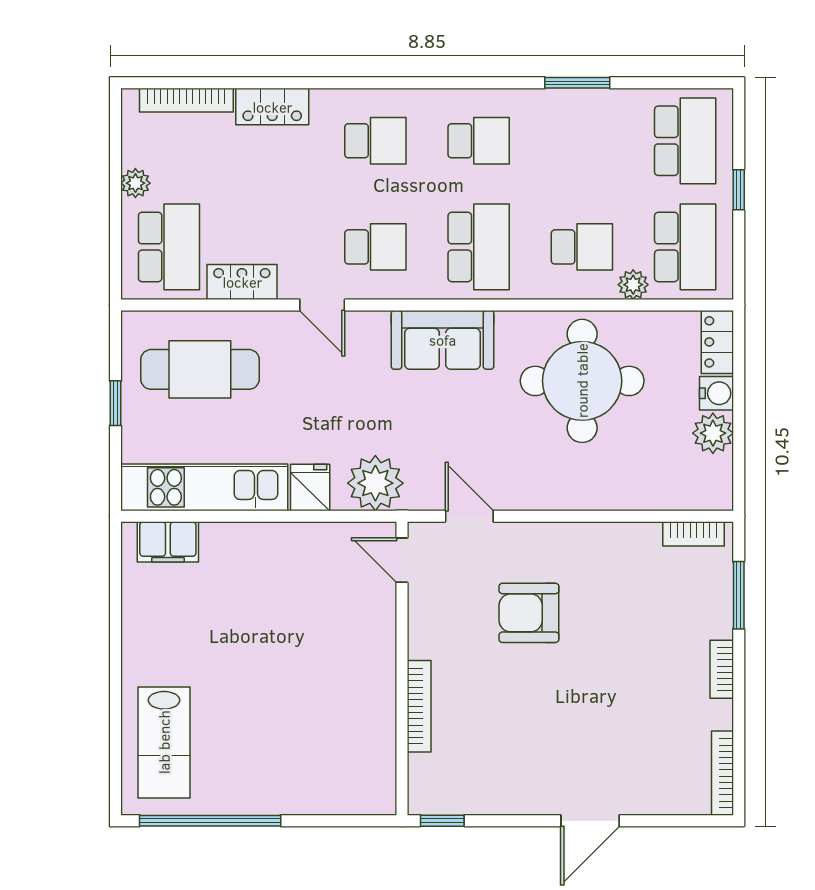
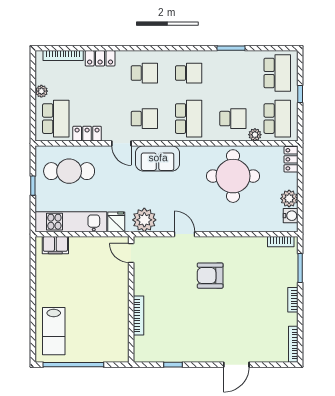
sofa: (443, 340) -> (158, 158), moved
water cooler: (716, 393) -> (291, 216), moved
door: (402, 560) -> (131, 253), moved
wall: (402, 668) -> (131, 299), moved
bookcase: (419, 706) -> (138, 316), moved

